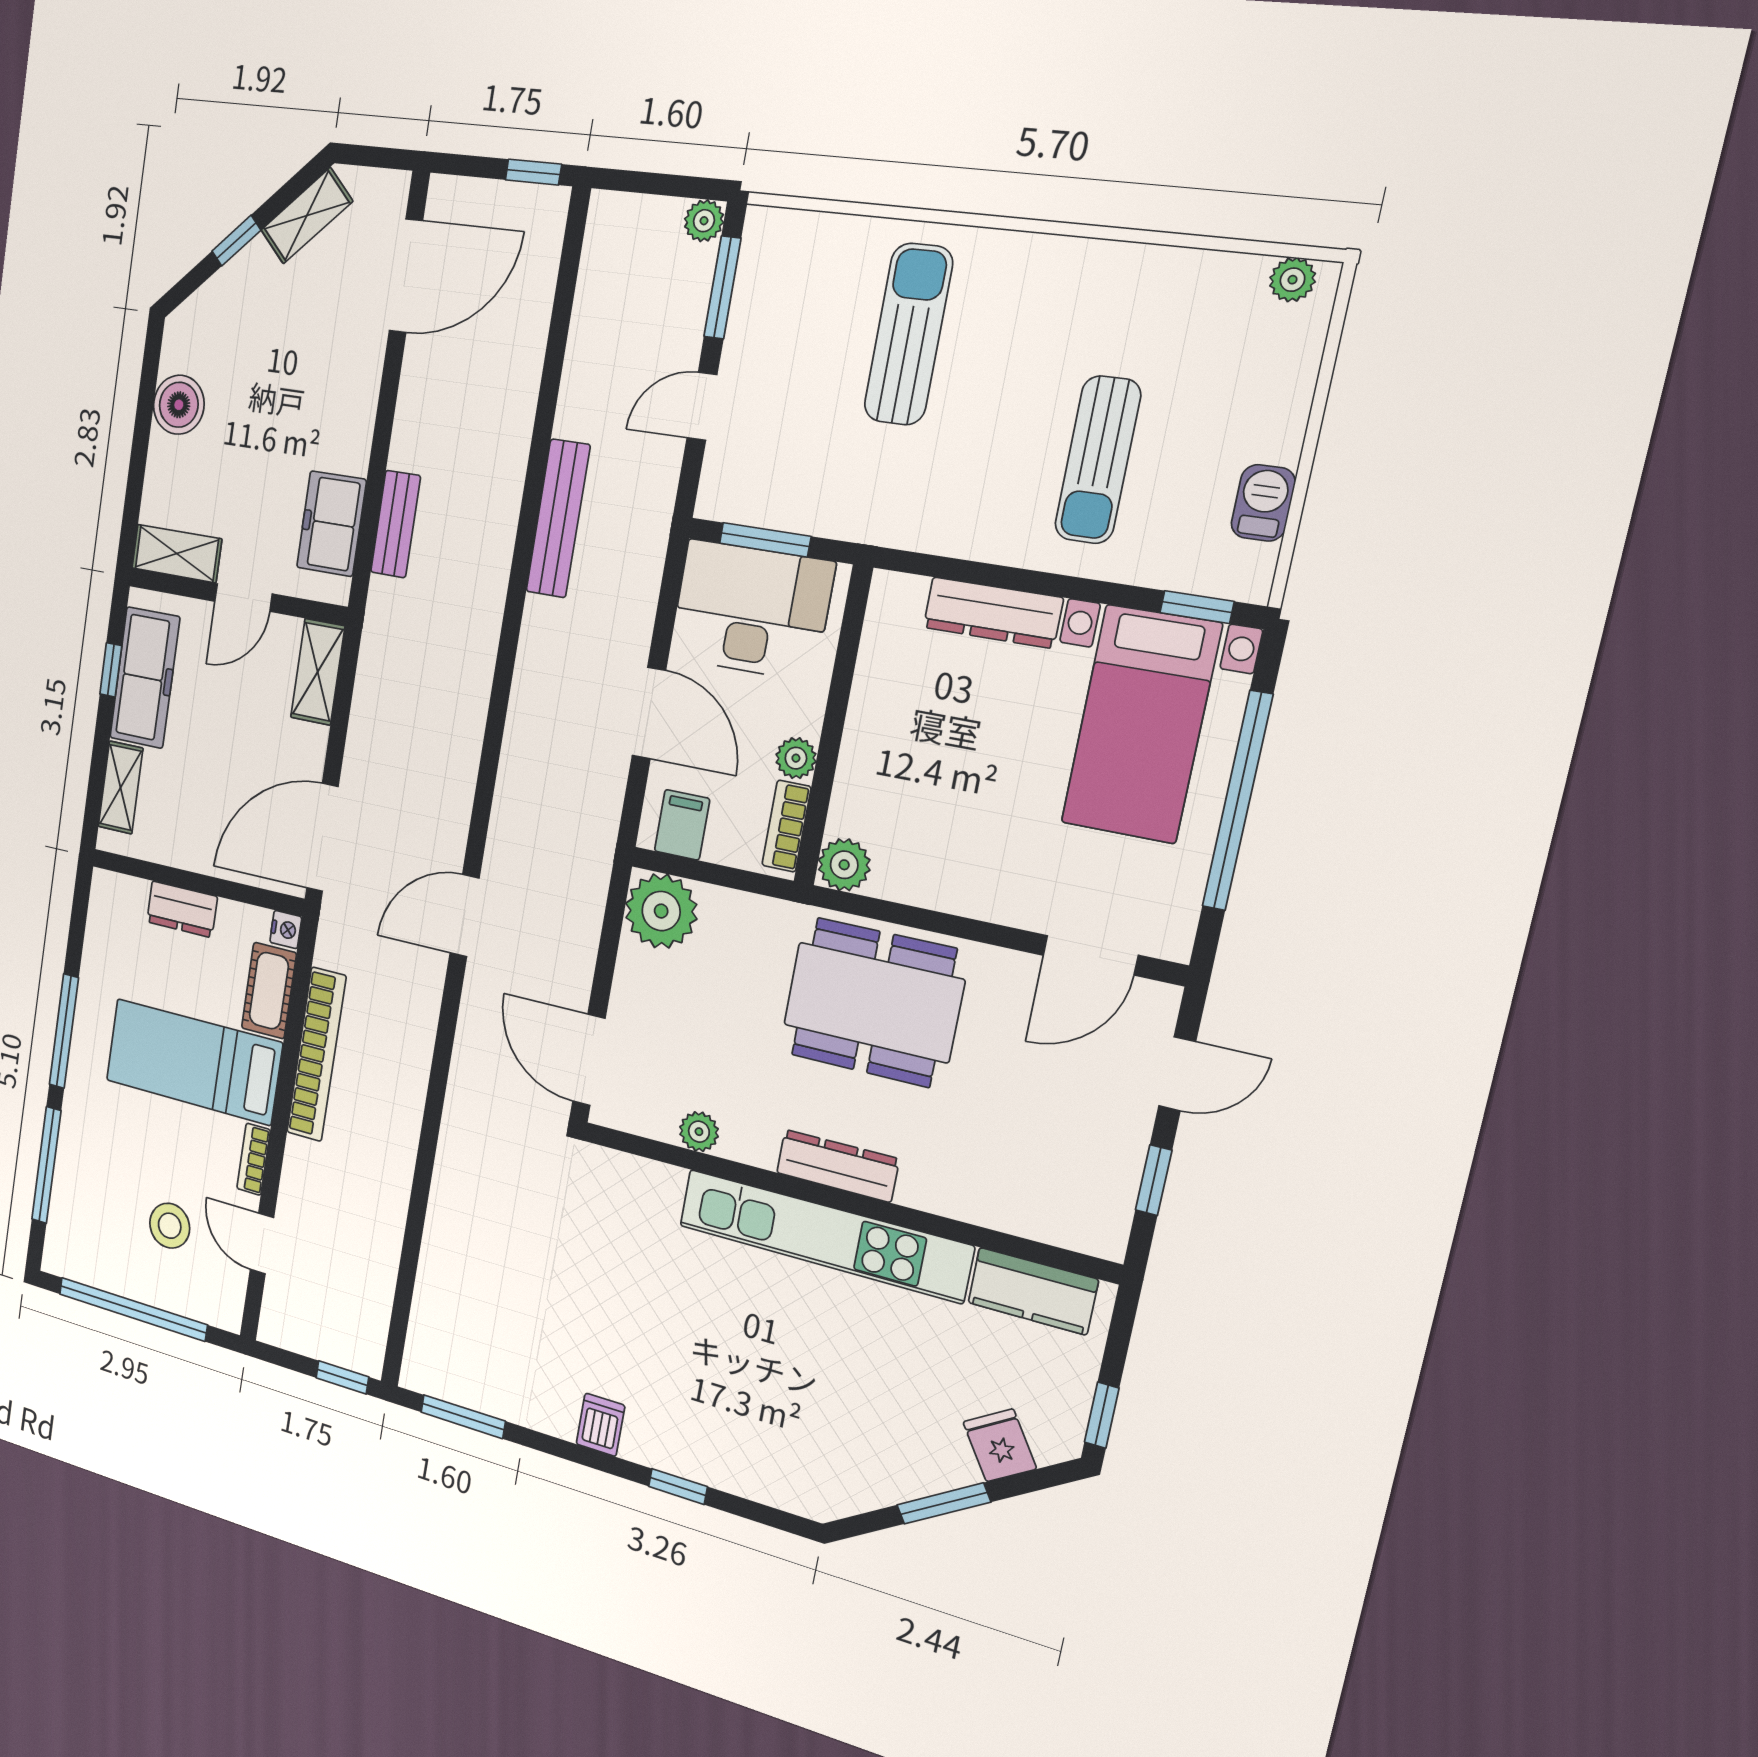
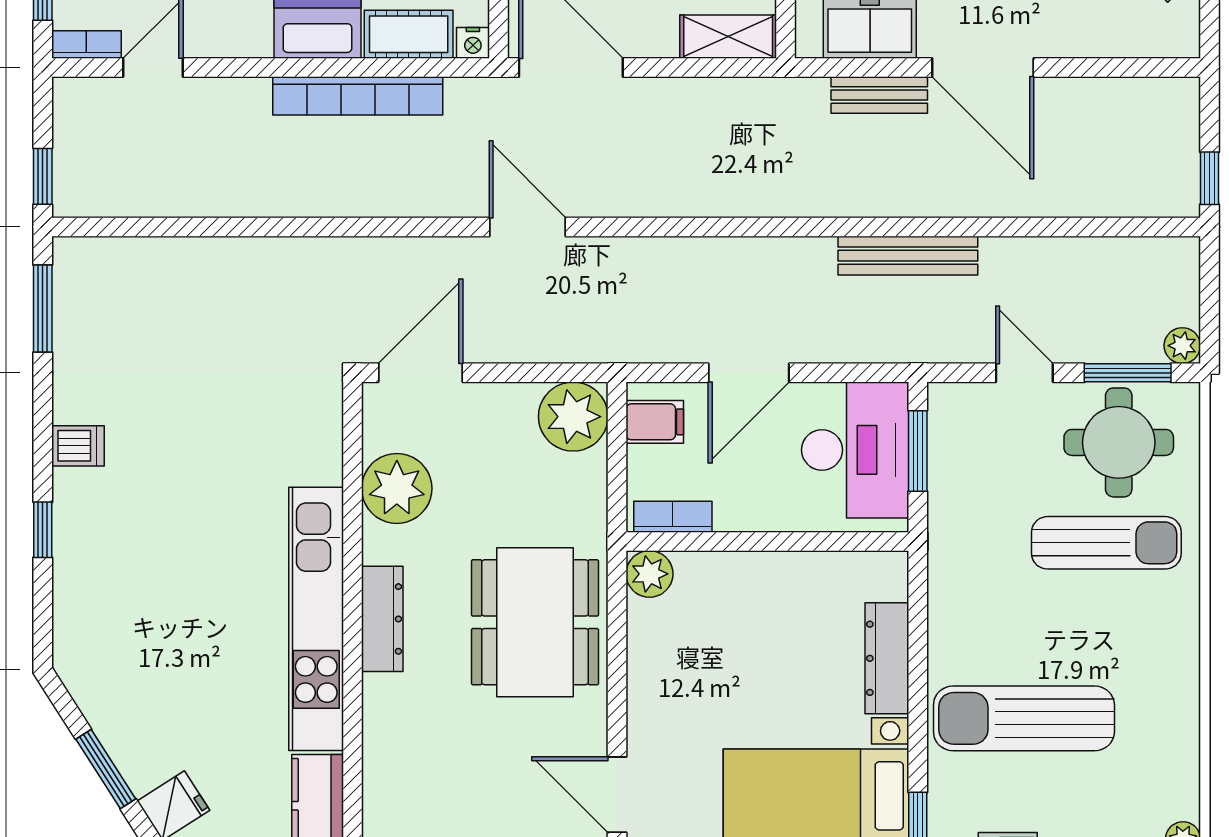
door: (406, 276) -> (983, 67), moved
round table: (797, 307) -> (1119, 442), added
sun lounger: (1098, 460) -> (1024, 718), width x1.36, depth x1.34
plant: (796, 758) -> (734, 514), removed
plant: (699, 1132) -> (397, 488), width x1.87, depth x1.87
bookcase: (254, 1159) -> (86, 44), moved

